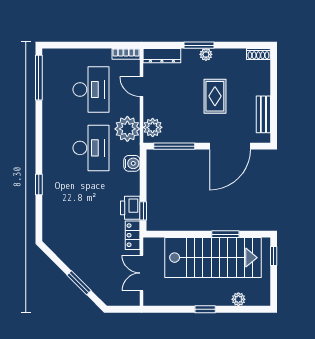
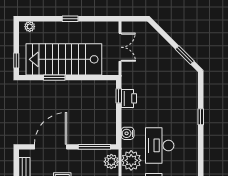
locker: (133, 235) -> (127, 77), removed
window: (79, 283) -> (185, 55), moved
plant: (238, 299) -> (30, 27), moved

